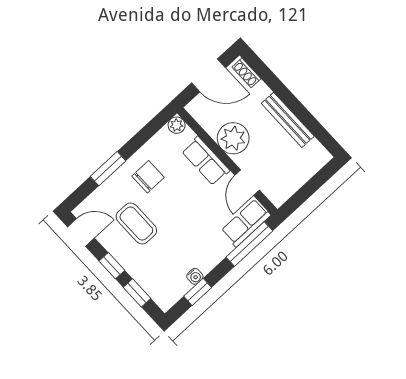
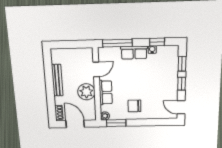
window: (108, 169) -> (116, 123), moved
row of seats: (246, 223) -> (134, 53), moved
coffee table: (136, 224) -> (156, 92), removed

